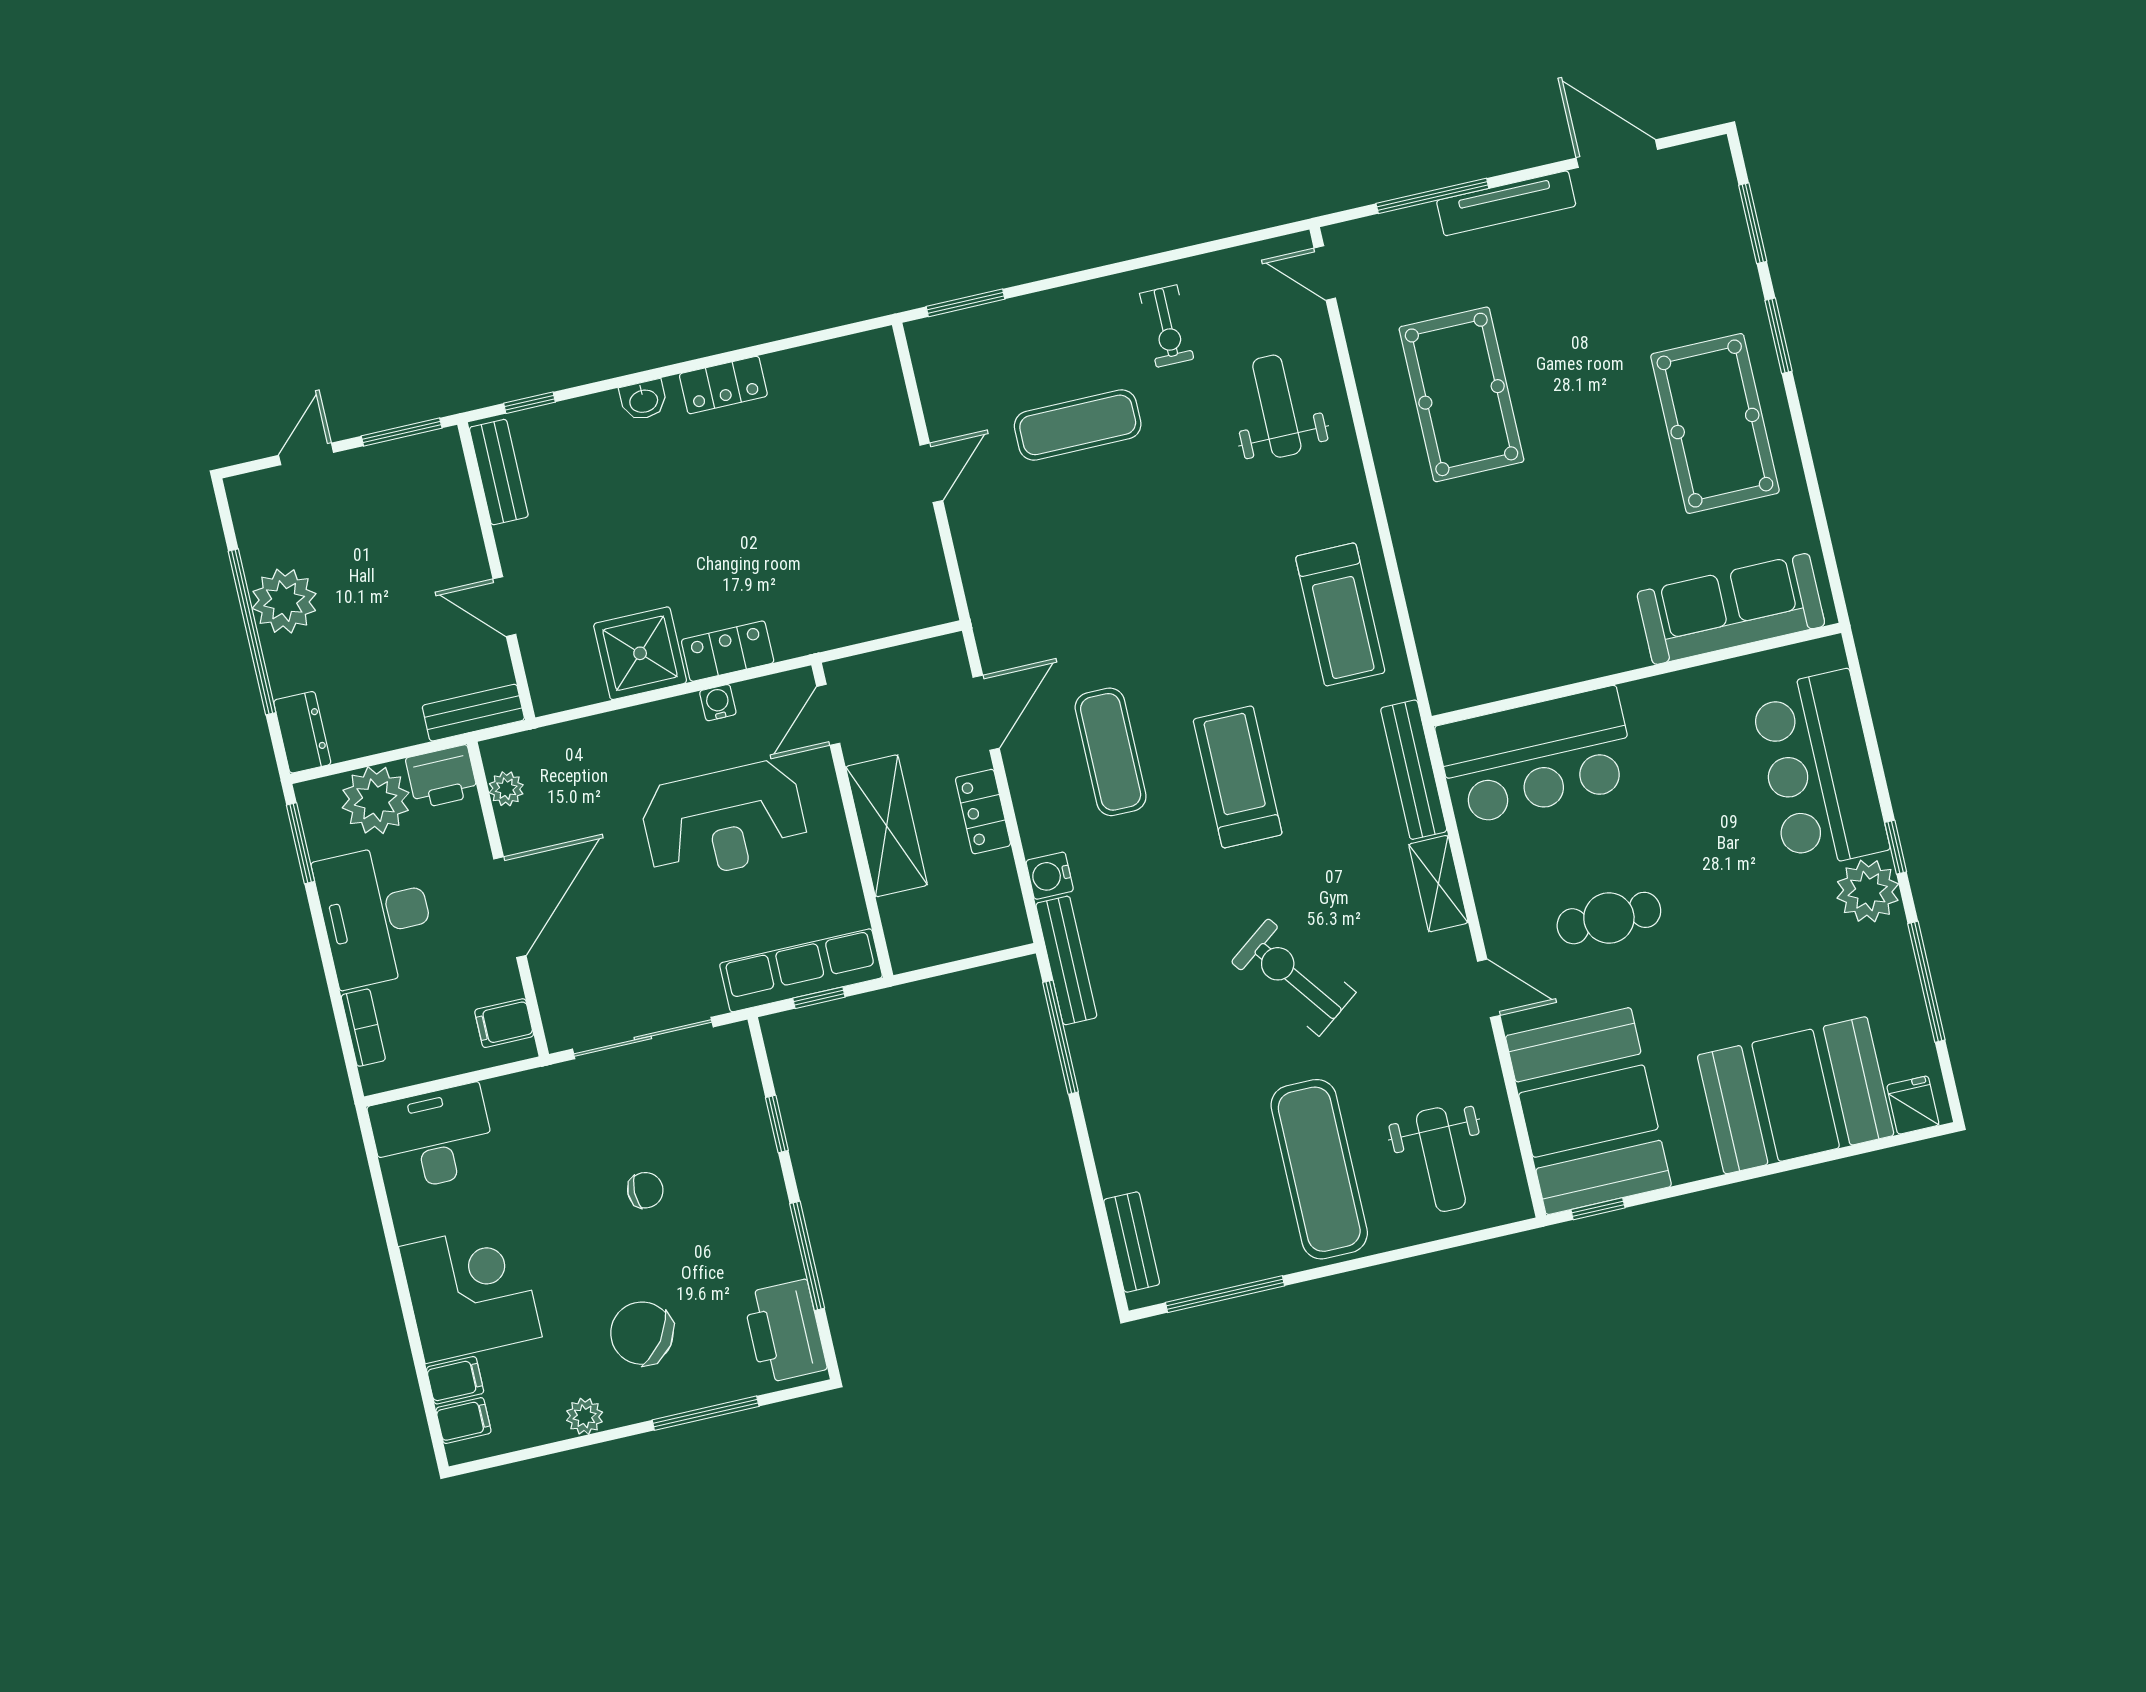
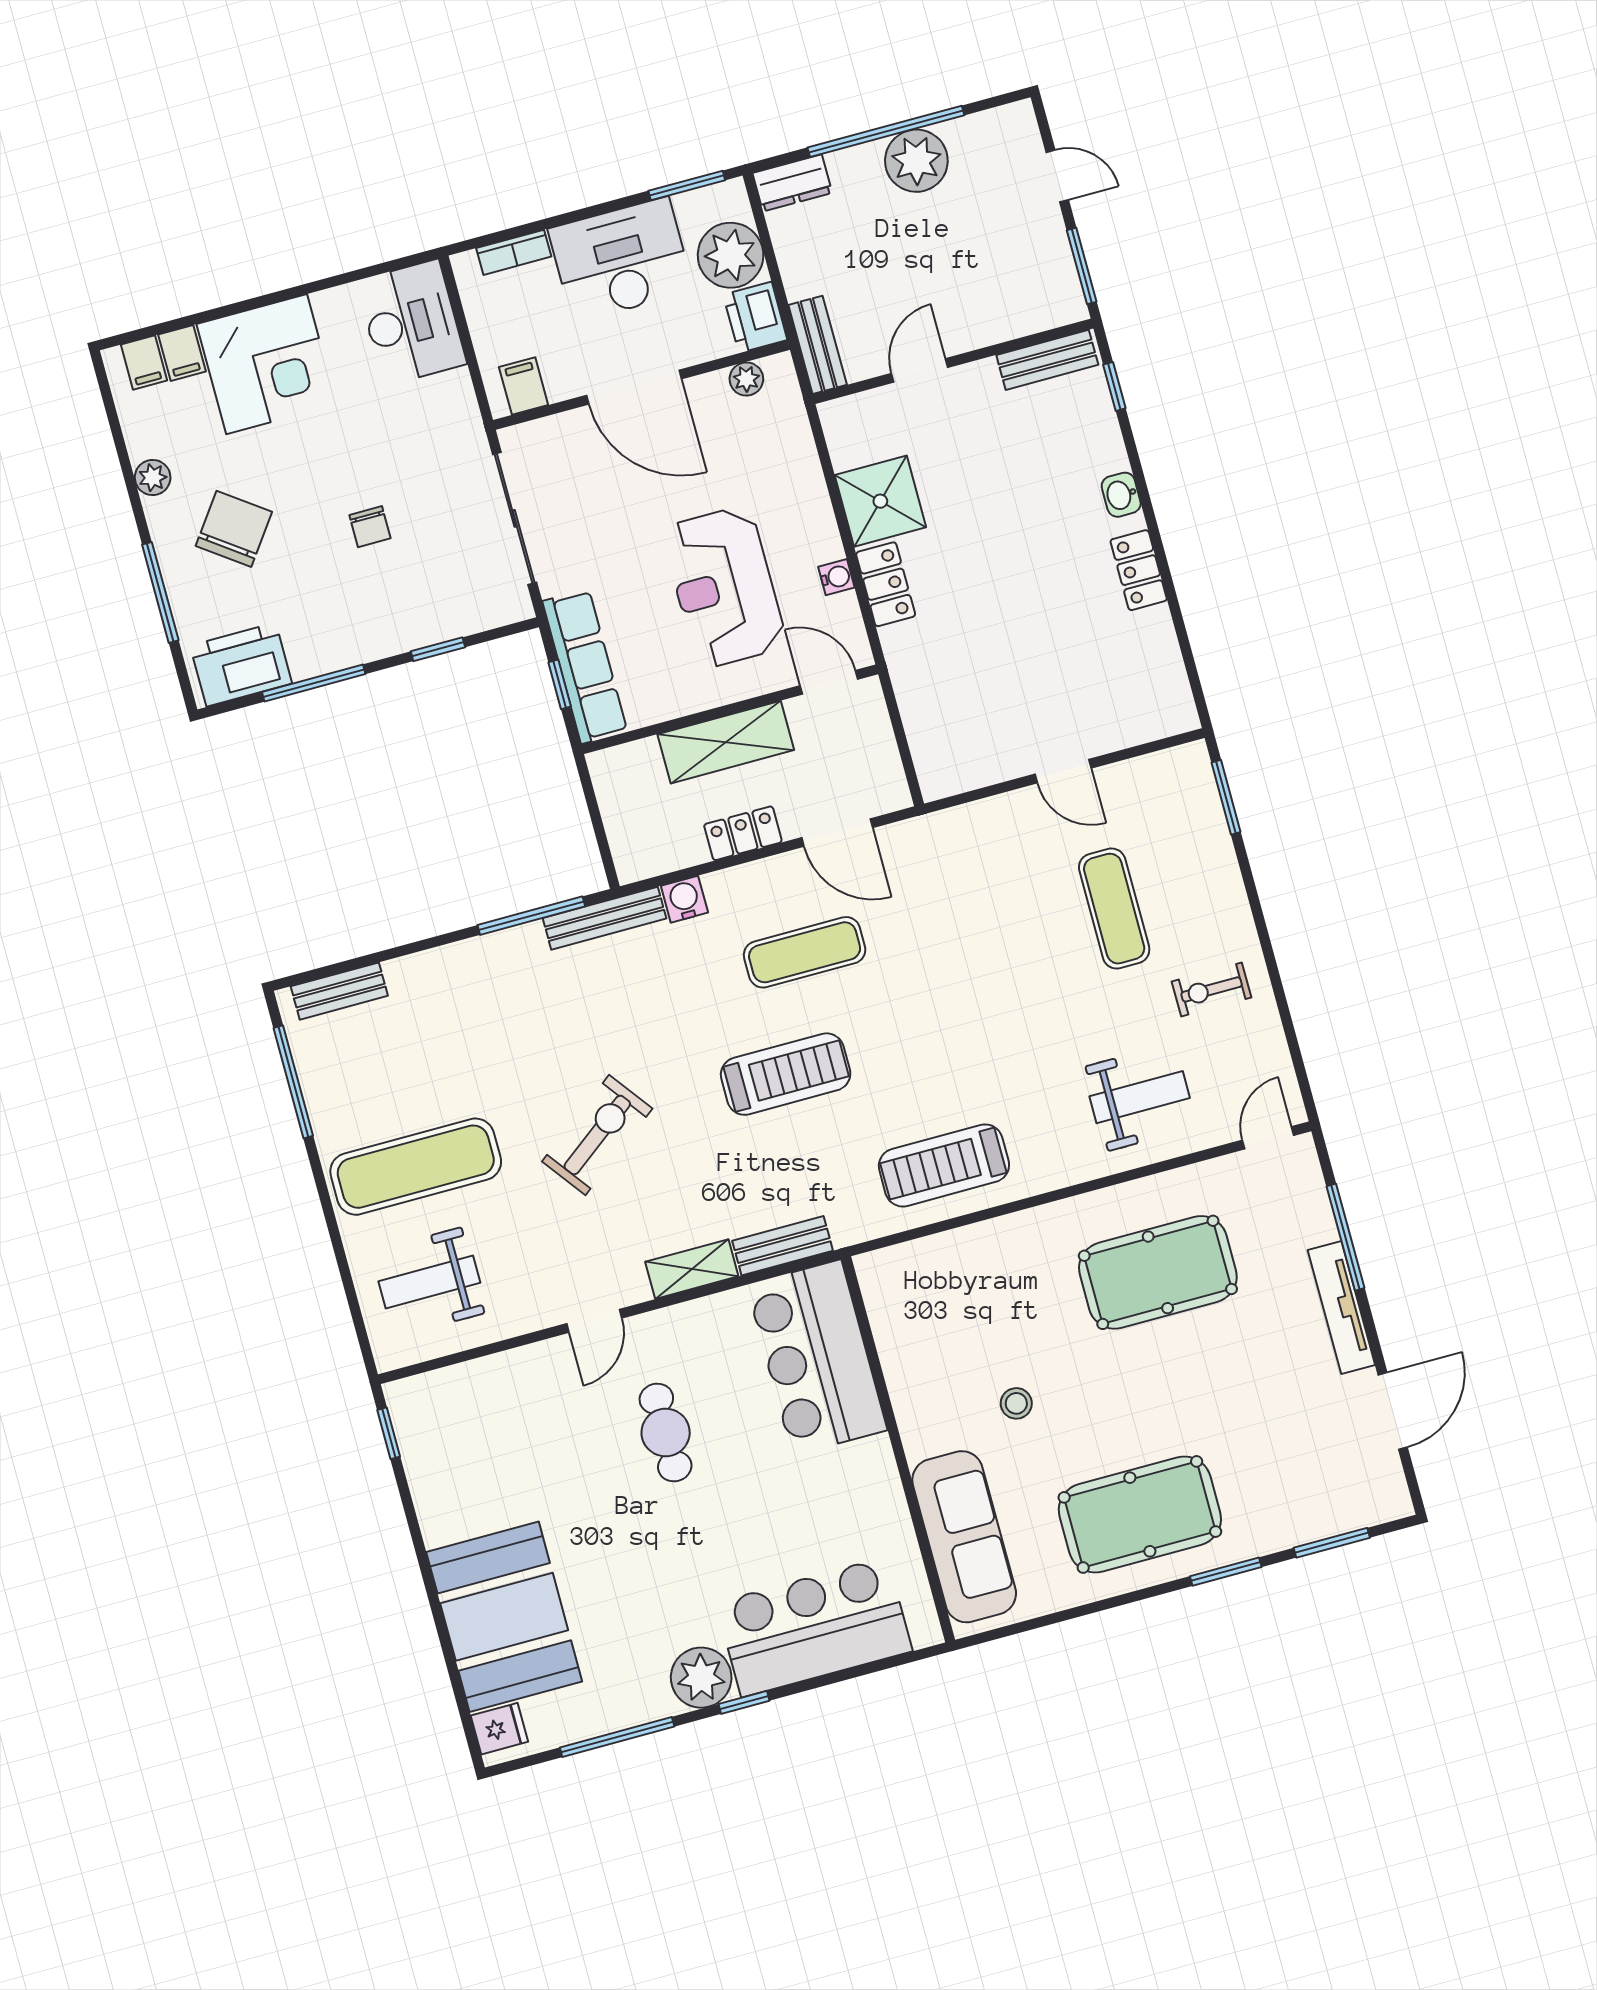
stool: (1593, 549) -> (1016, 1403), added
bench: (1414, 770) -> (783, 1246), width x0.73
booth: (1588, 1111) -> (481, 1420), removed

